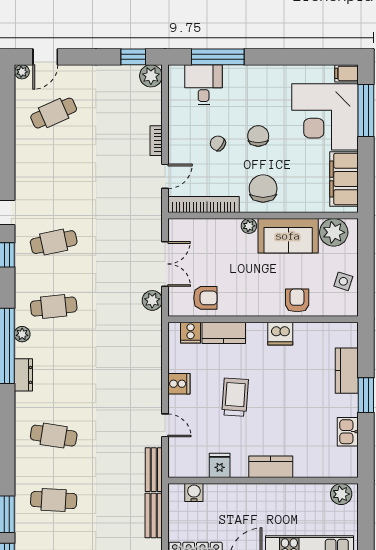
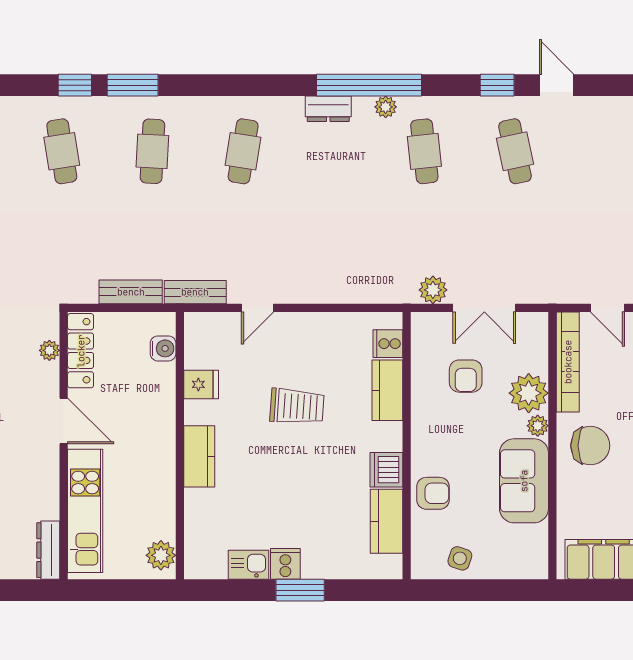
plant: (334, 232) -> (529, 393), moved
armchair: (205, 298) -> (466, 376), moved
kitchen counter: (347, 371) -> (387, 521), moved, turned -90
cooker: (179, 384) -> (285, 564), moved, turned 180

